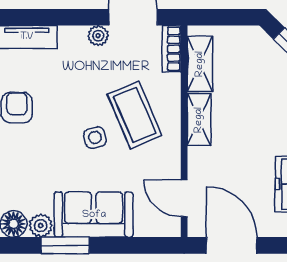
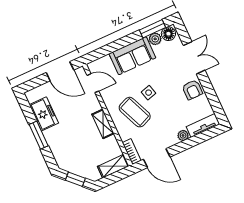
plant: (98, 36) -> (183, 135), moved
shelving: (200, 64) -> (113, 166), moved, turned 90
window: (65, 245) -> (153, 29), moved

